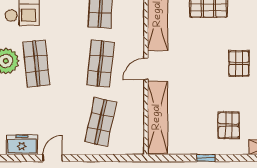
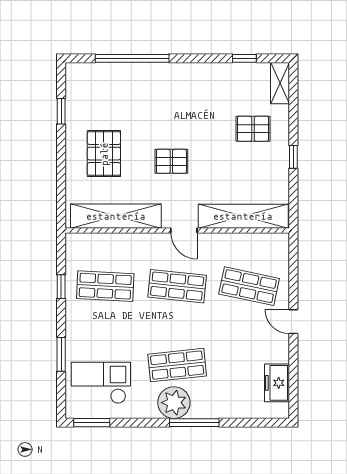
pallet: (239, 63) -> (171, 161), moved
door: (53, 158) -> (293, 322), moved

